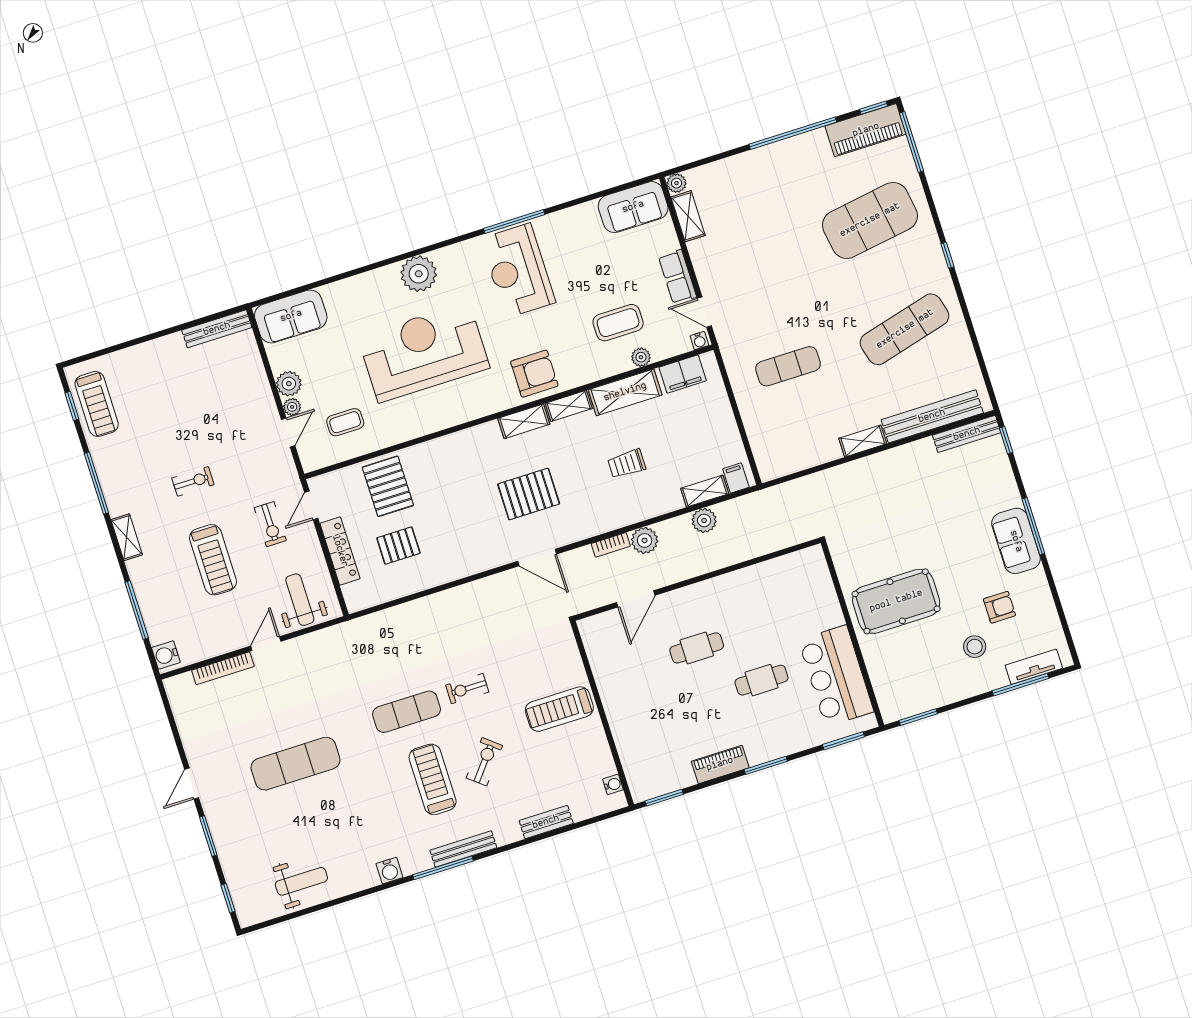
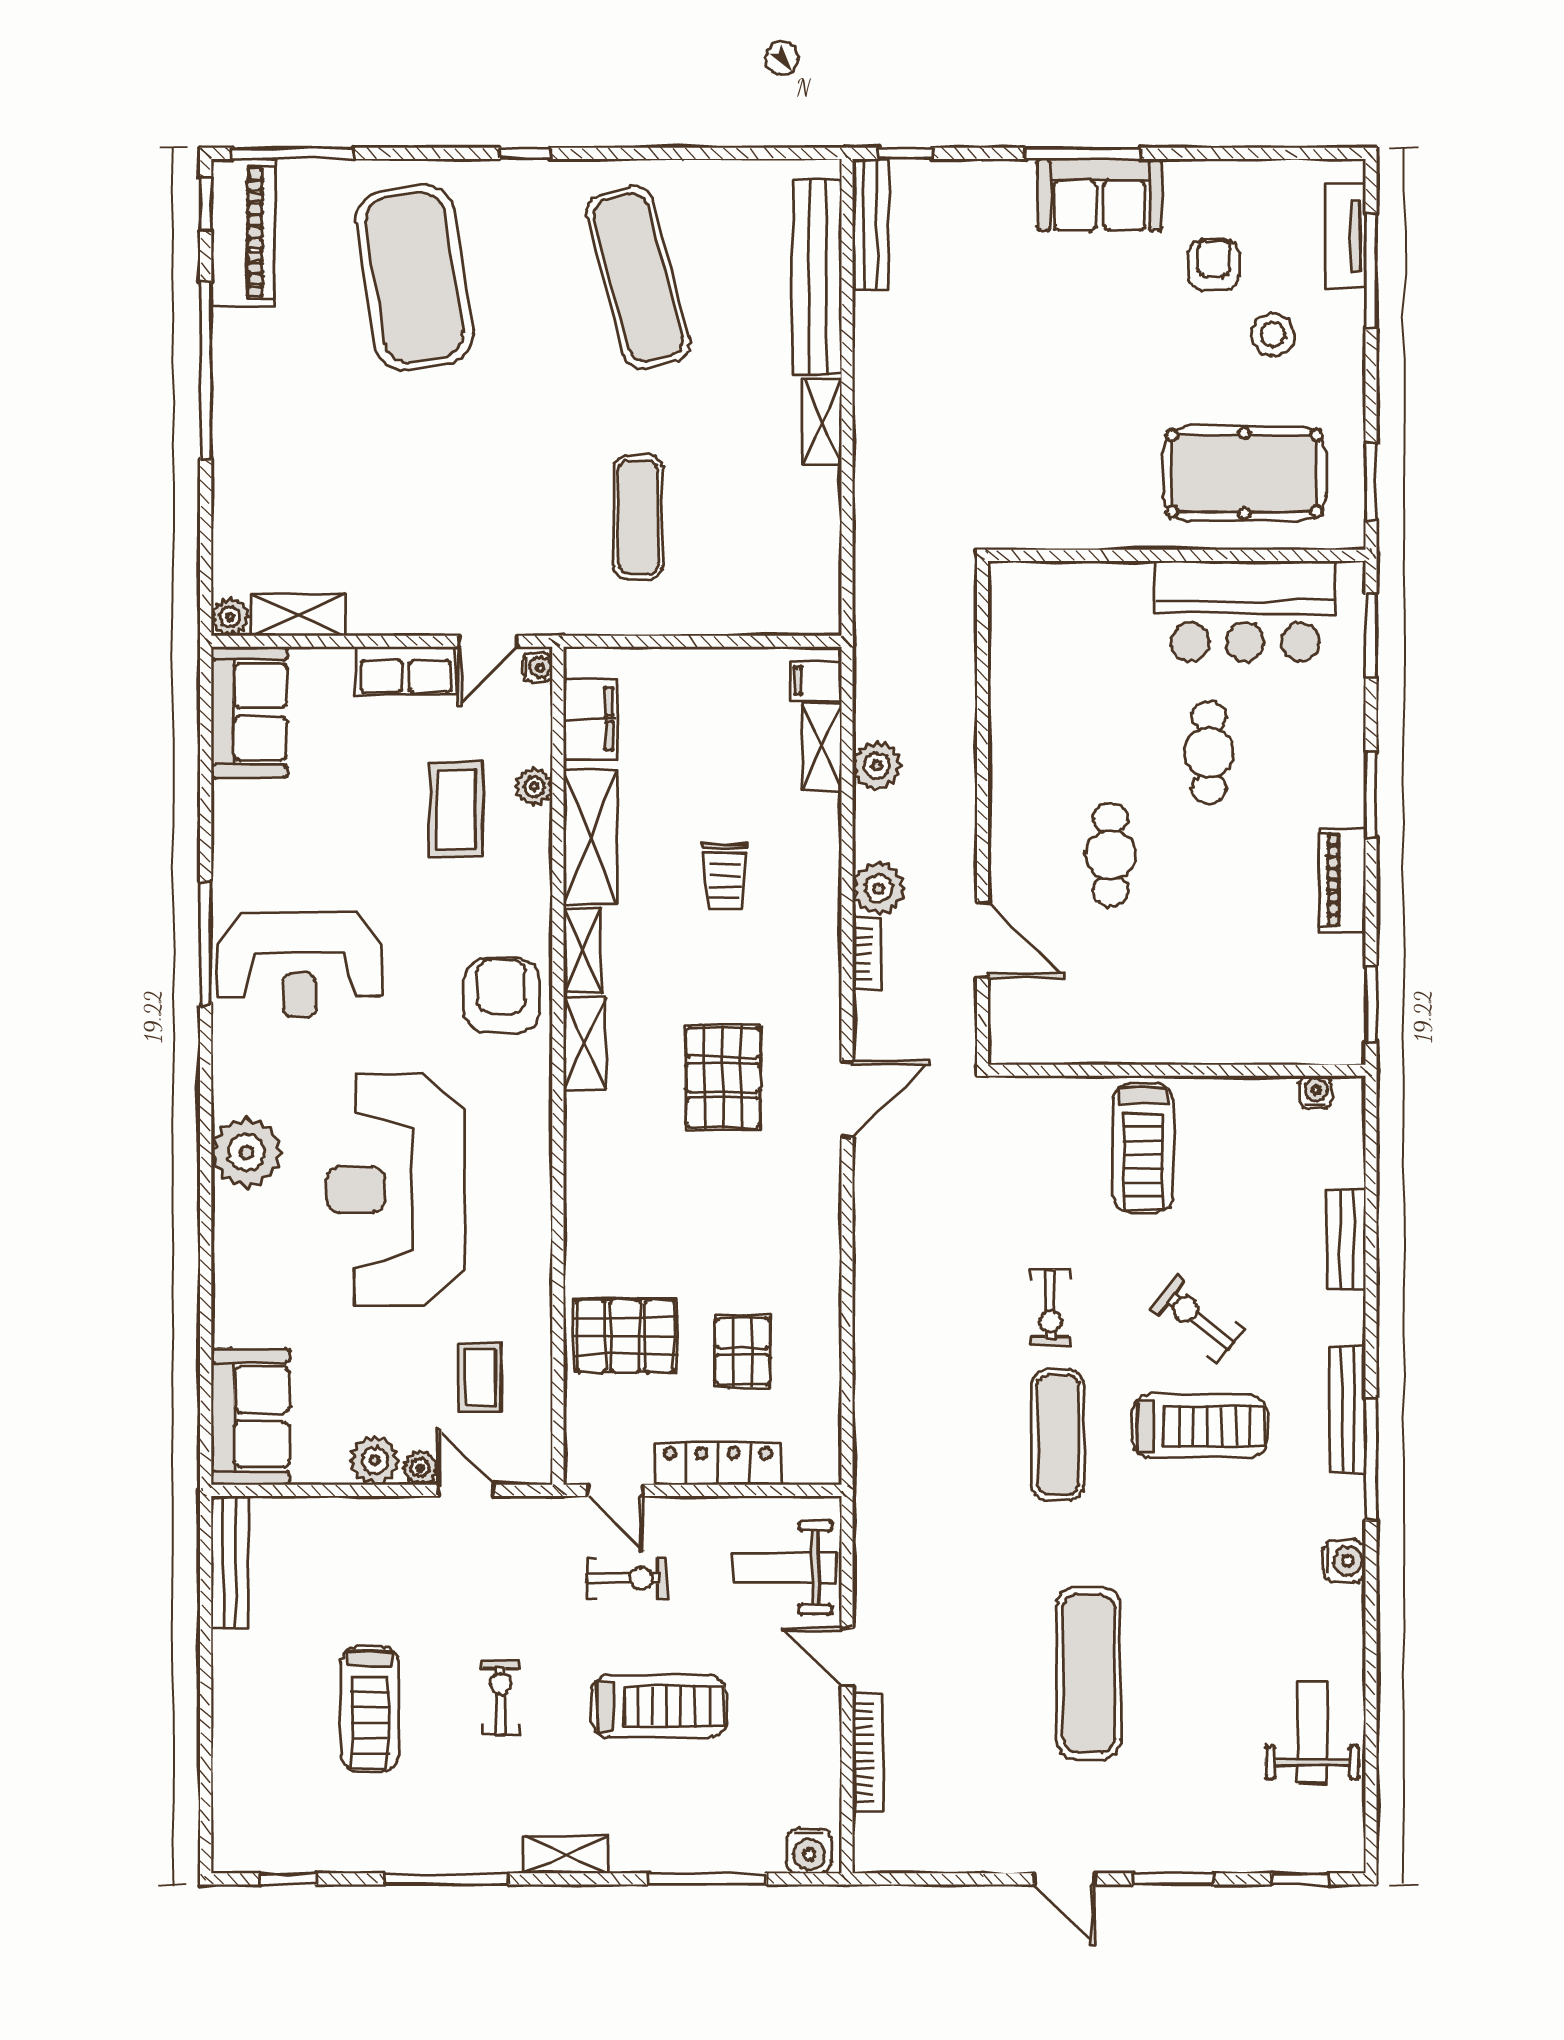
treadmill: (97, 404) -> (370, 1709), moved, turned 90
pool table: (896, 601) -> (1244, 473), moved, turned 90
treadmill: (433, 779) -> (1200, 1426), turned 180

